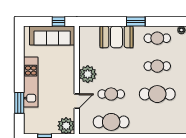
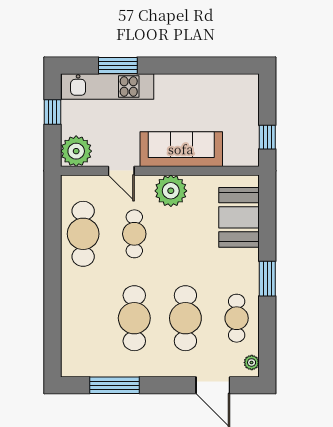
sofa: (52, 35) -> (181, 149), moved, turned 90
booth: (116, 37) -> (239, 217), moved
cafe table: (157, 66) -> (185, 318), width x1.37, depth x1.35
kitchen unit: (31, 82) -> (108, 86), moved

